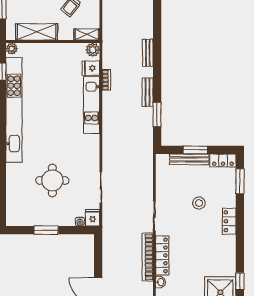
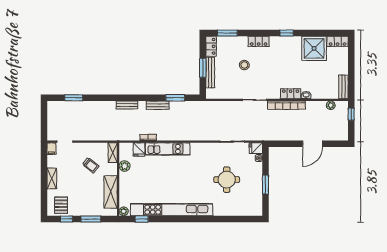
plant: (93, 50) -> (125, 166), moved
locker: (162, 255) -> (291, 94), width x0.66
window: (240, 281) -> (287, 33), moved

